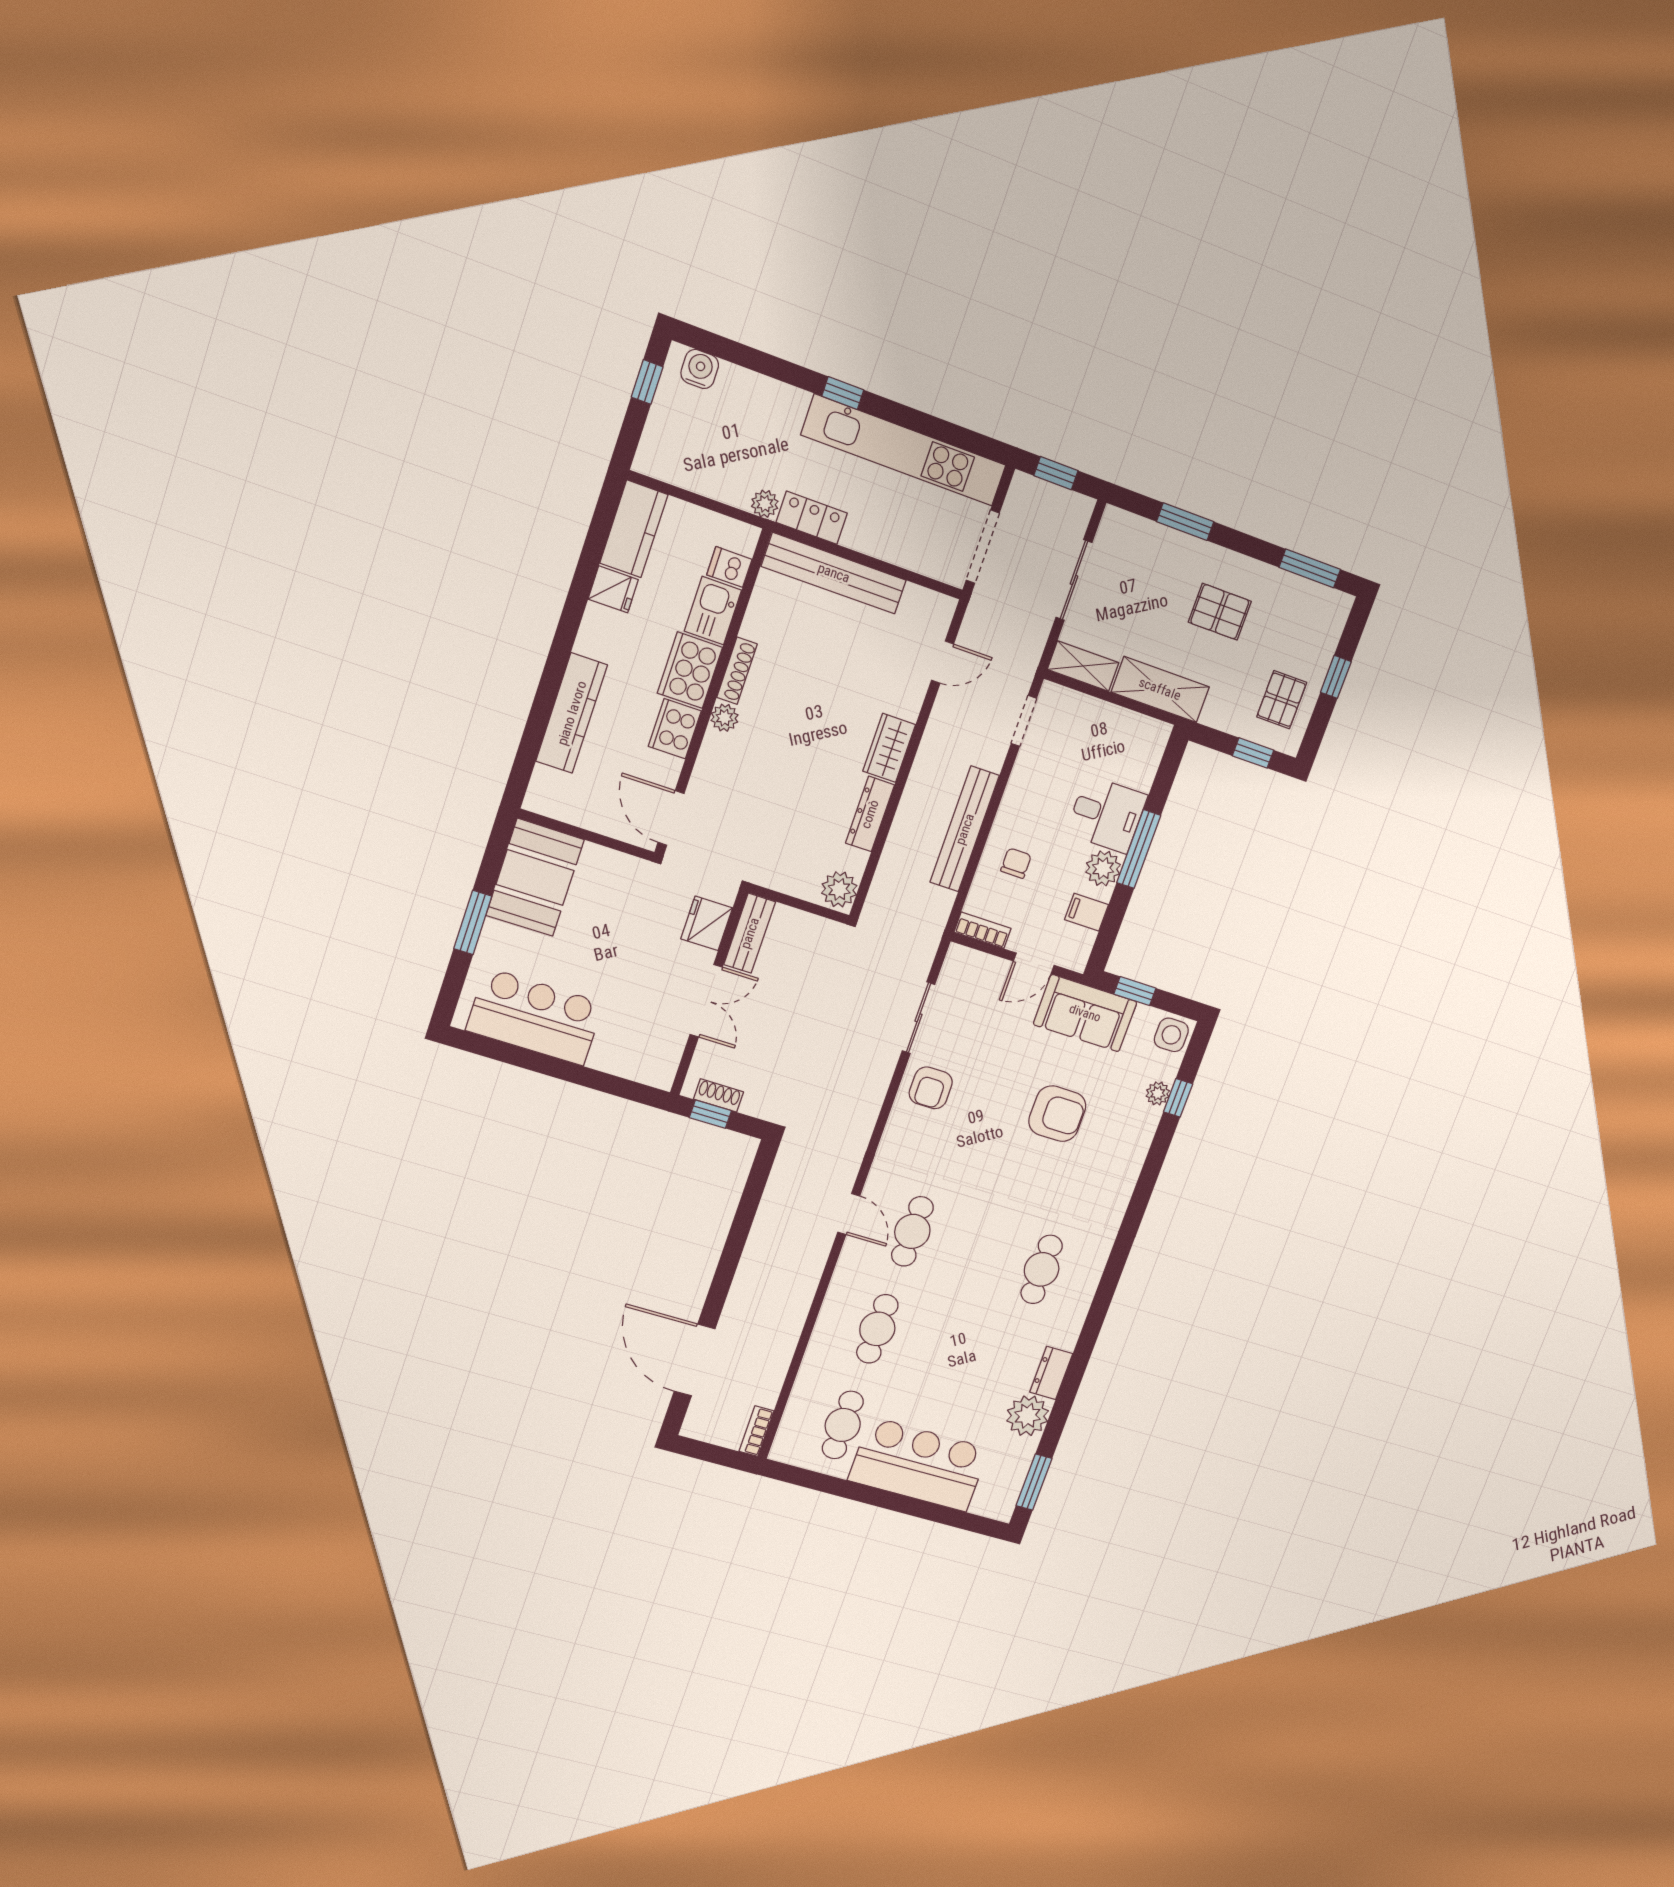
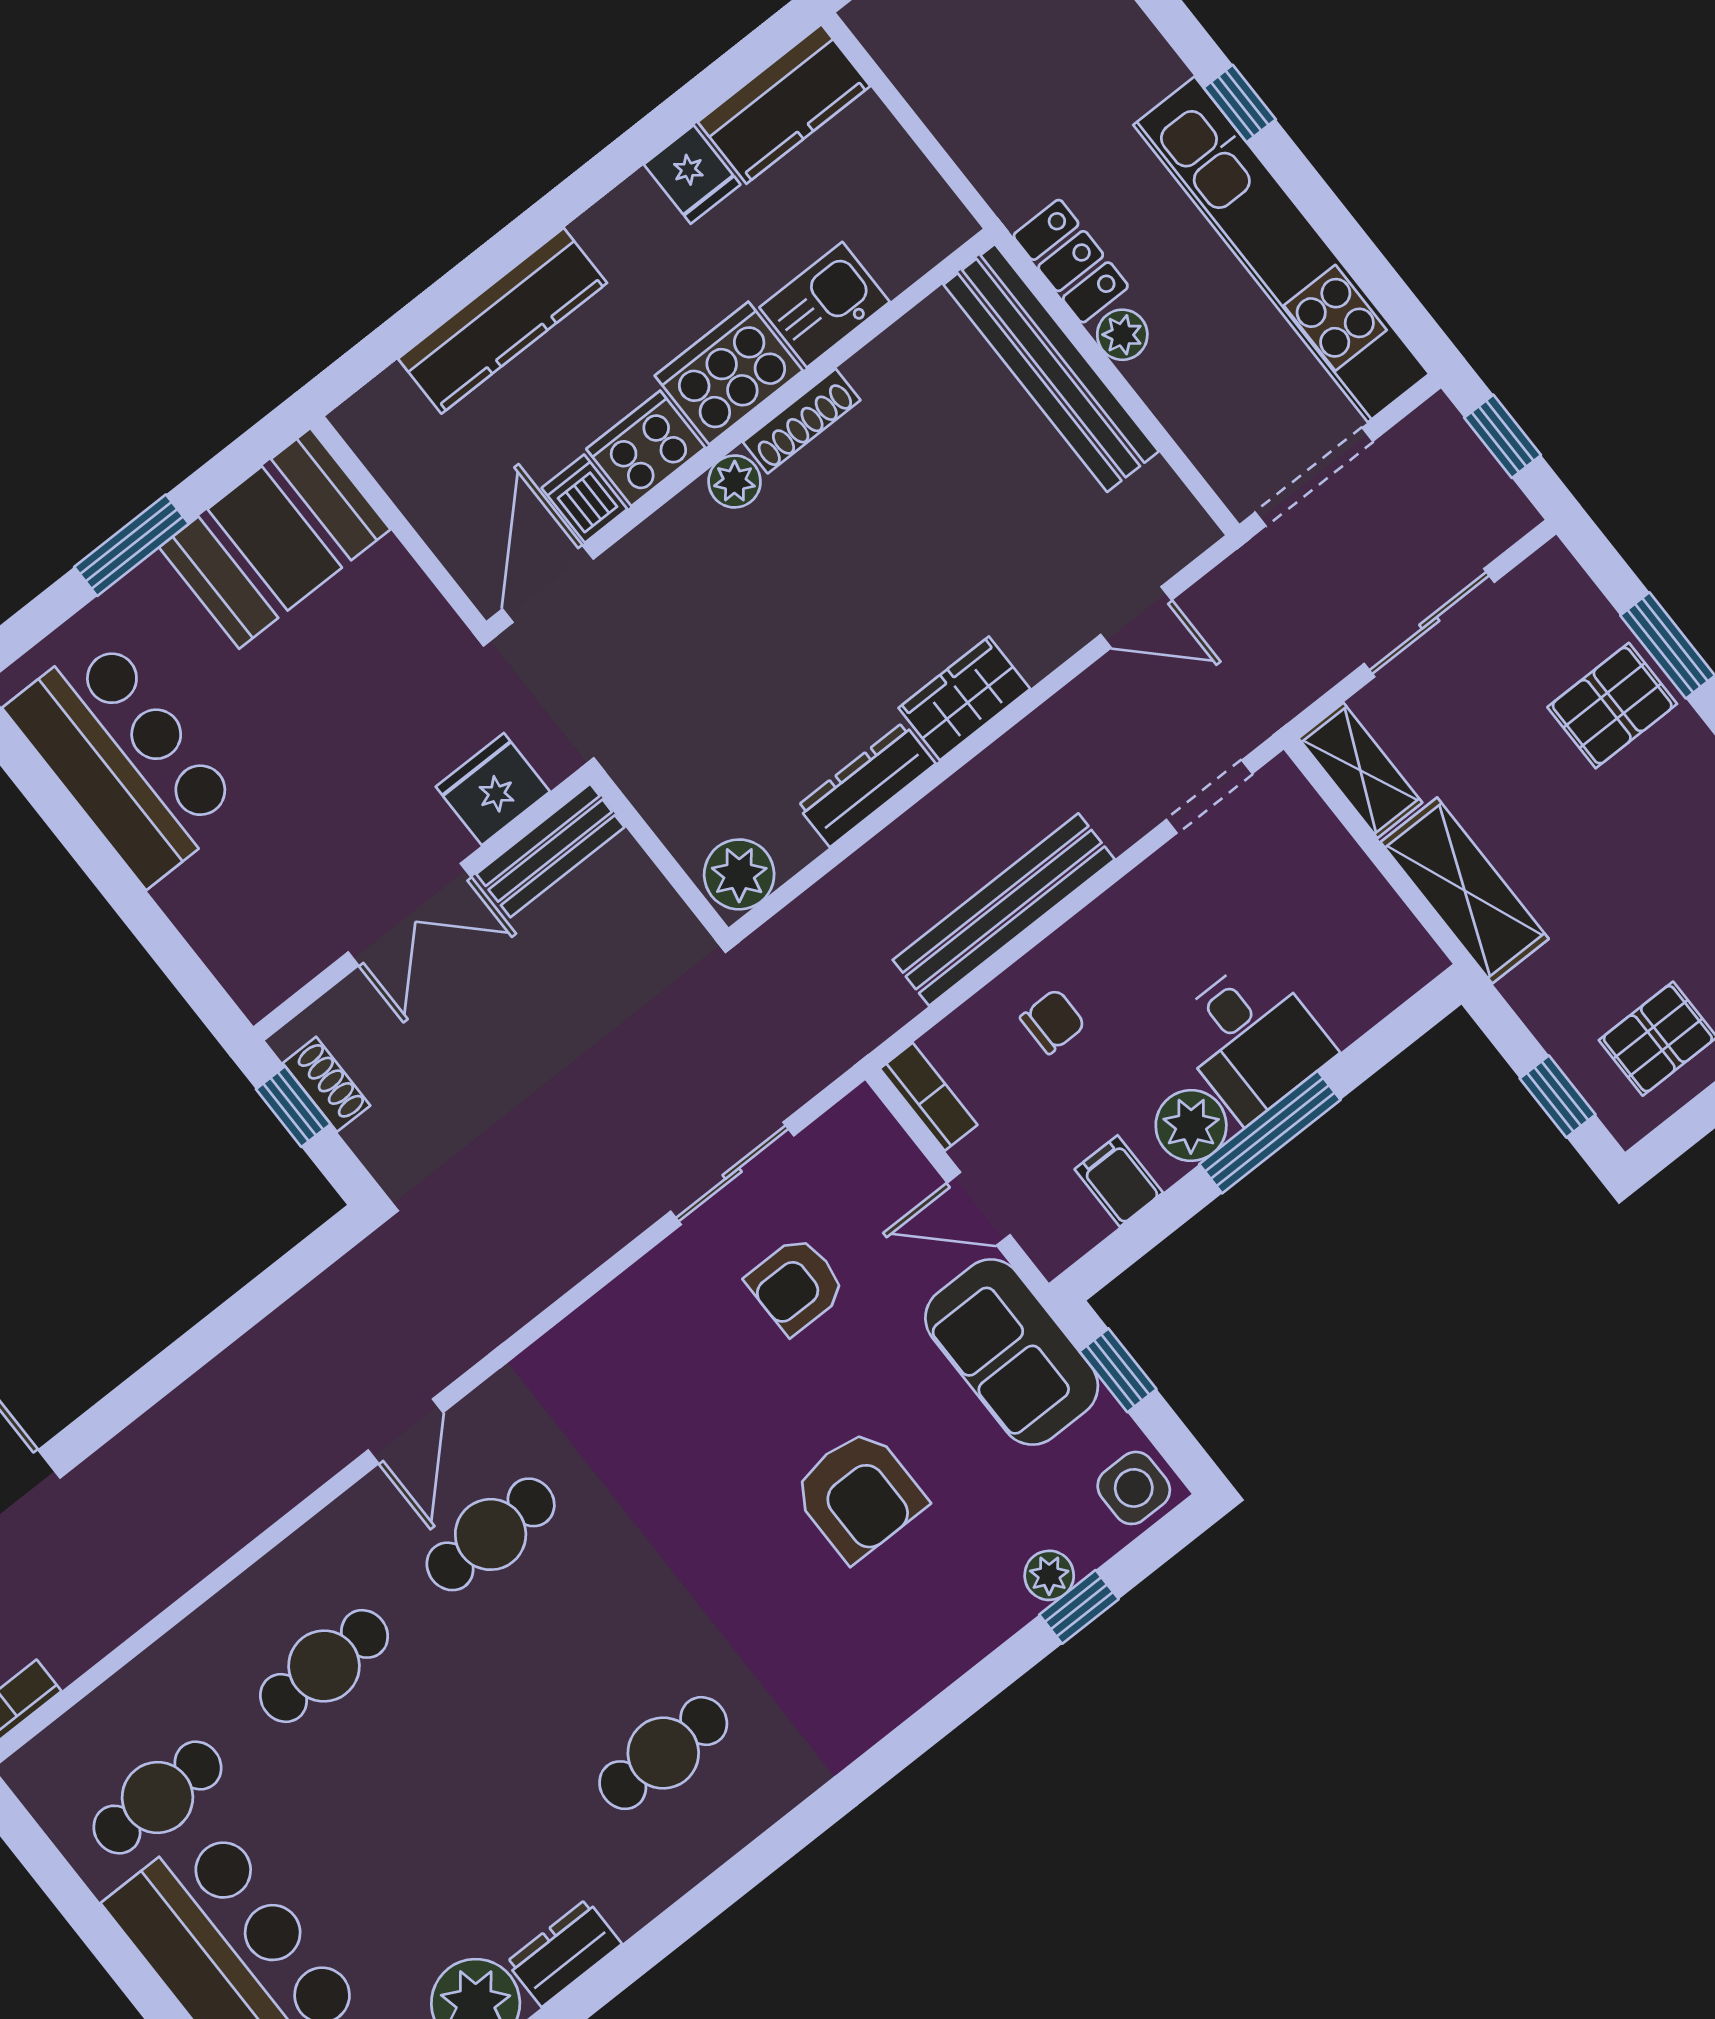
plant: (765, 504) -> (1122, 335), moved
dishwasher: (729, 567) -> (584, 499), moved
pallet: (1220, 612) -> (1612, 706), moved, turned 90
armchair: (931, 1088) -> (796, 1285), moved

